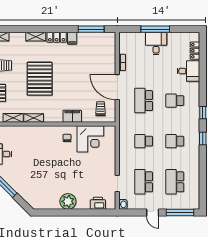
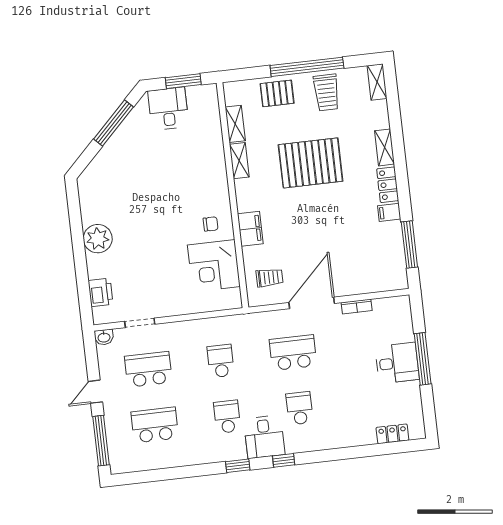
desk: (188, 71) -> (264, 437), moved

